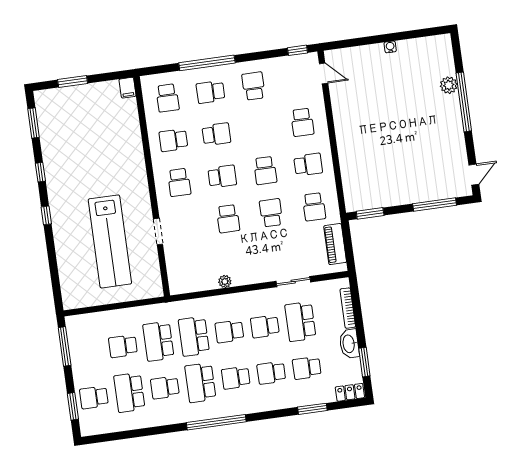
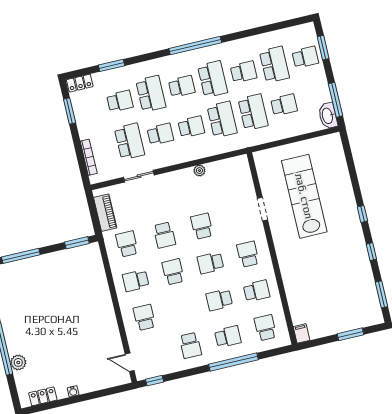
locker: (425, 44) -> (43, 396), added
washbasin: (349, 344) -> (328, 116), moved, turned 180
school desk: (271, 373) -> (151, 94), width x1.85

